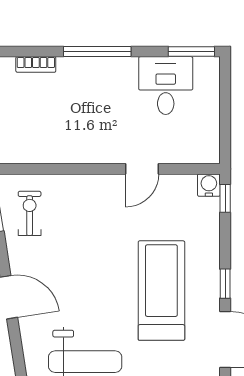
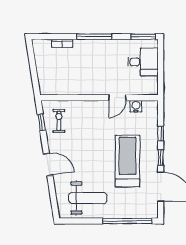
desk: (166, 86) -> (143, 62), moved, turned 90
water cooler: (209, 185) -> (136, 106), moved
window: (225, 198) -> (161, 134), moved

